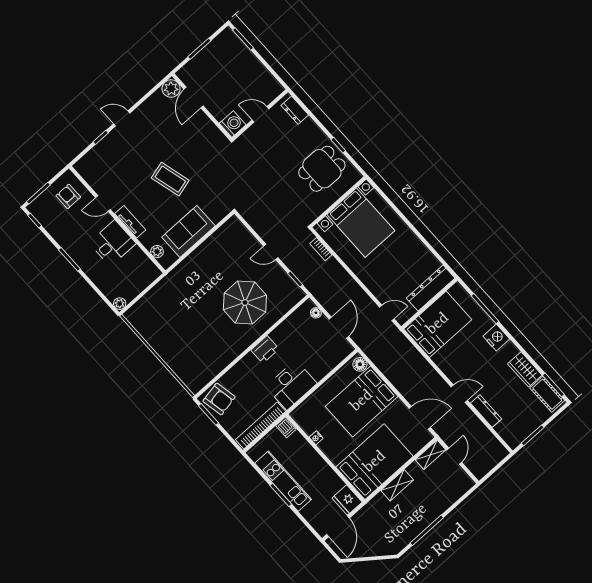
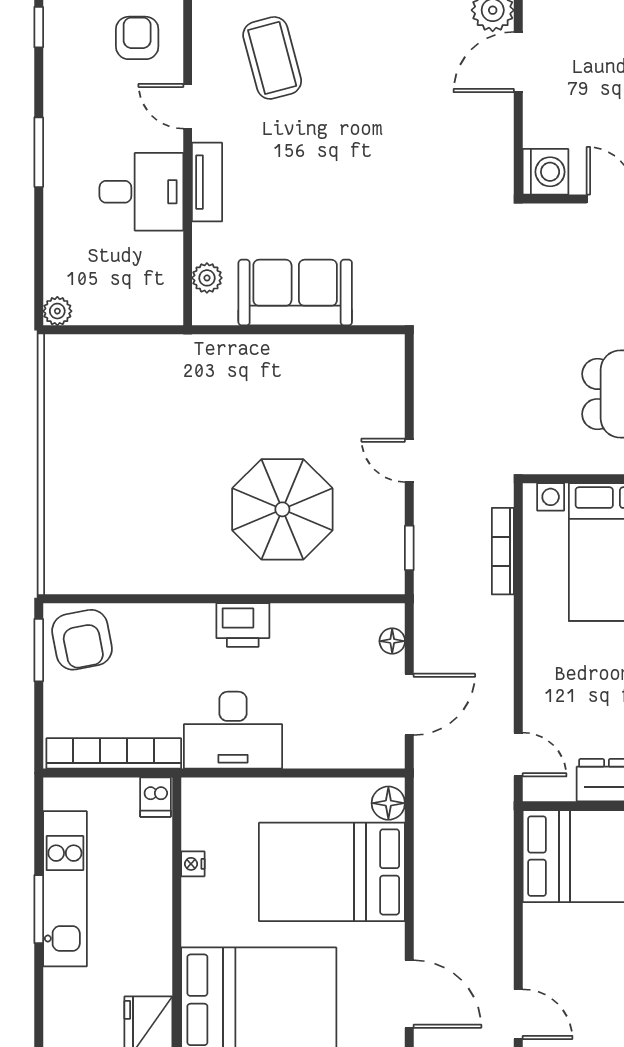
coffee table: (170, 179) -> (272, 58), moved
bookcase: (321, 249) -> (503, 551), width x1.56

